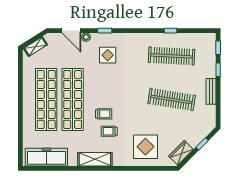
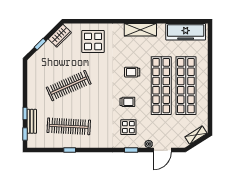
door: (71, 31) -> (162, 150), swing flipped
bench: (211, 91) -> (32, 121), moved
clothes rail: (172, 99) -> (69, 86), turned -33
trolley: (109, 131) -> (127, 102), moved

